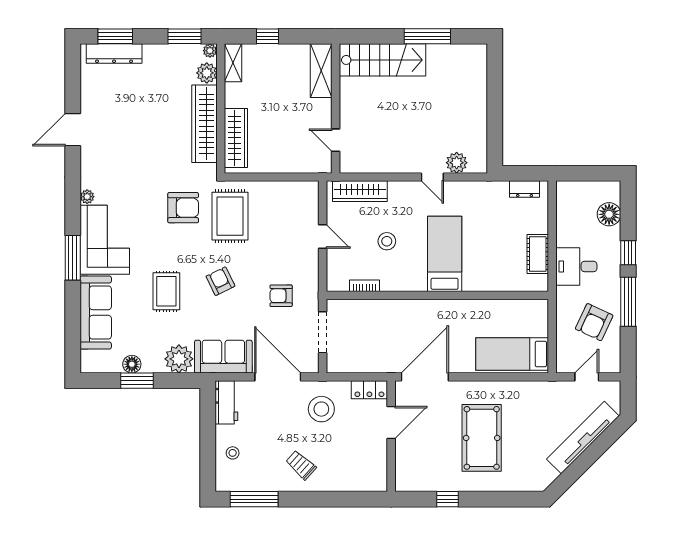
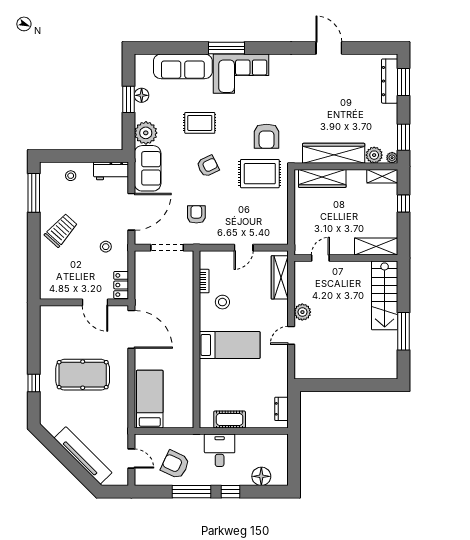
plant: (457, 163) -> (302, 312), moved
plant: (87, 197) -> (275, 60), removed
stool: (387, 241) -> (222, 302), moved
stool: (321, 409) -> (106, 247), width x0.53, depth x0.53
trolley: (301, 465) -> (61, 230), width x1.36, depth x1.39
window: (448, 499) -> (34, 383), moved

